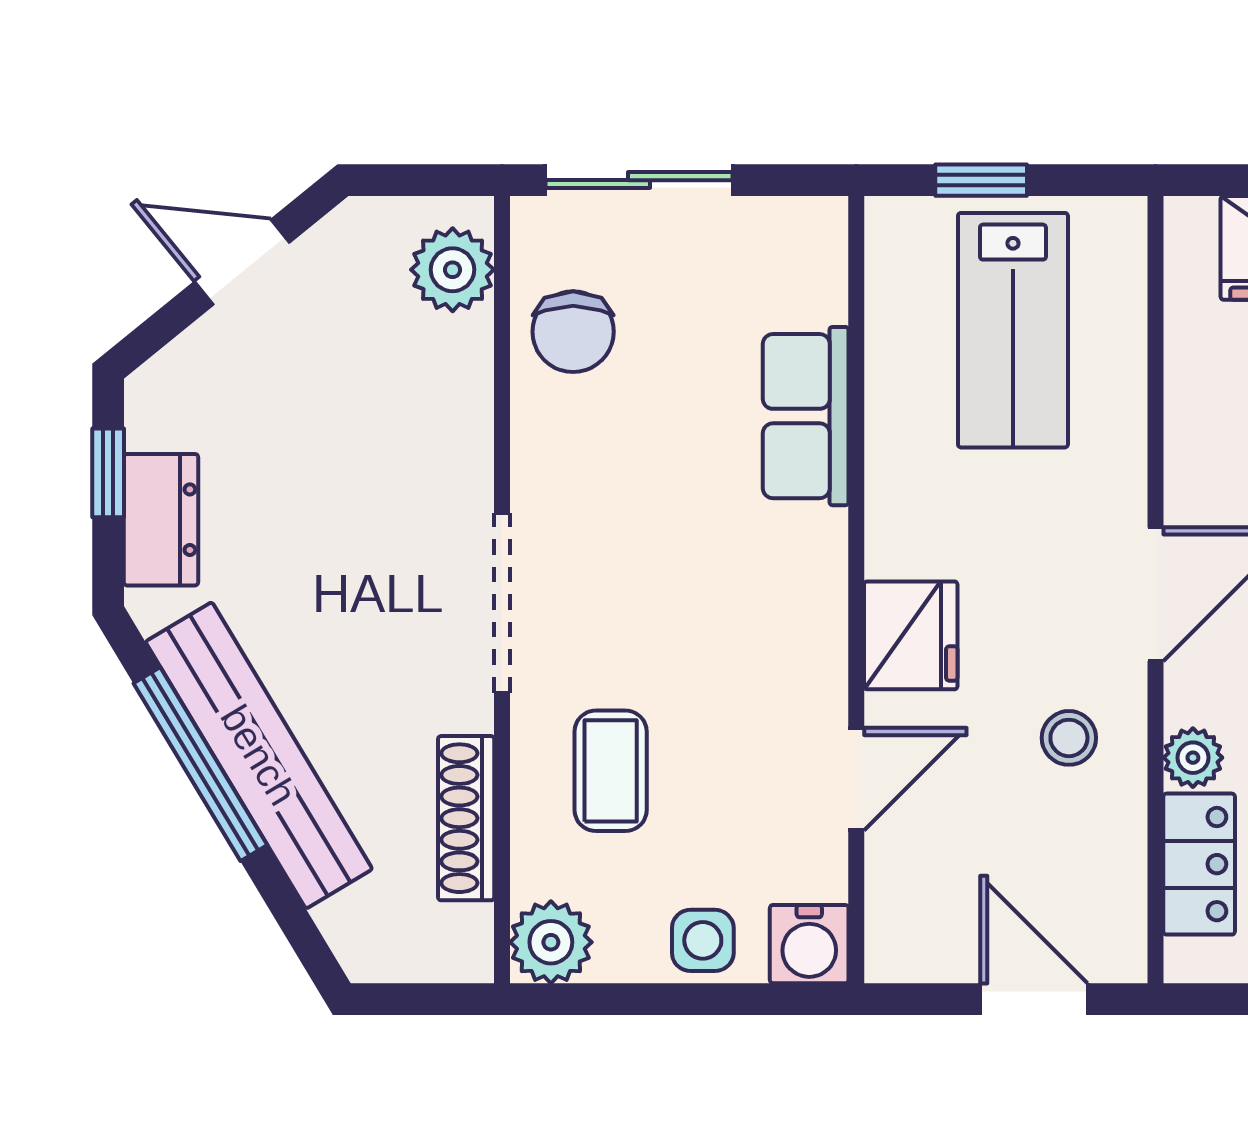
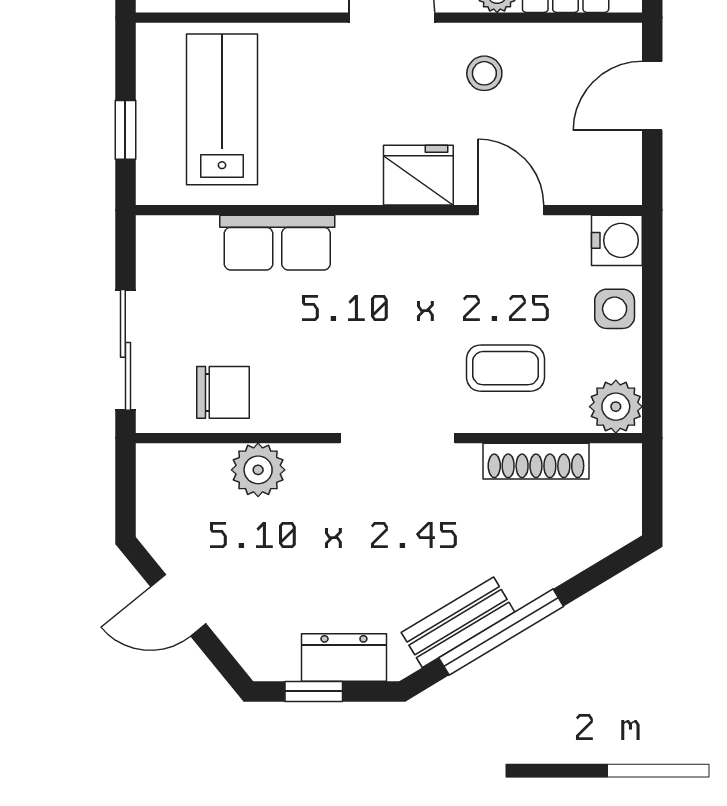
door: (242, 262) -> (178, 605), hinge flipped
plant: (453, 270) -> (258, 470), moved
lab bench: (1013, 330) -> (222, 109), turned -90
bench: (259, 755) -> (458, 622), width x0.54, depth x0.82

